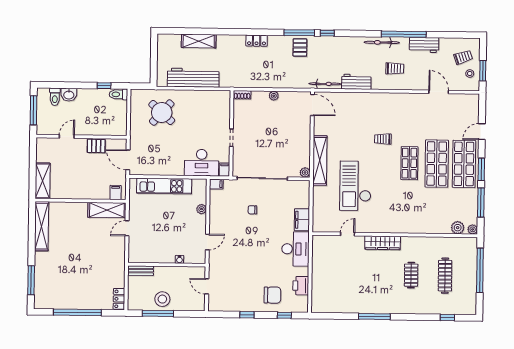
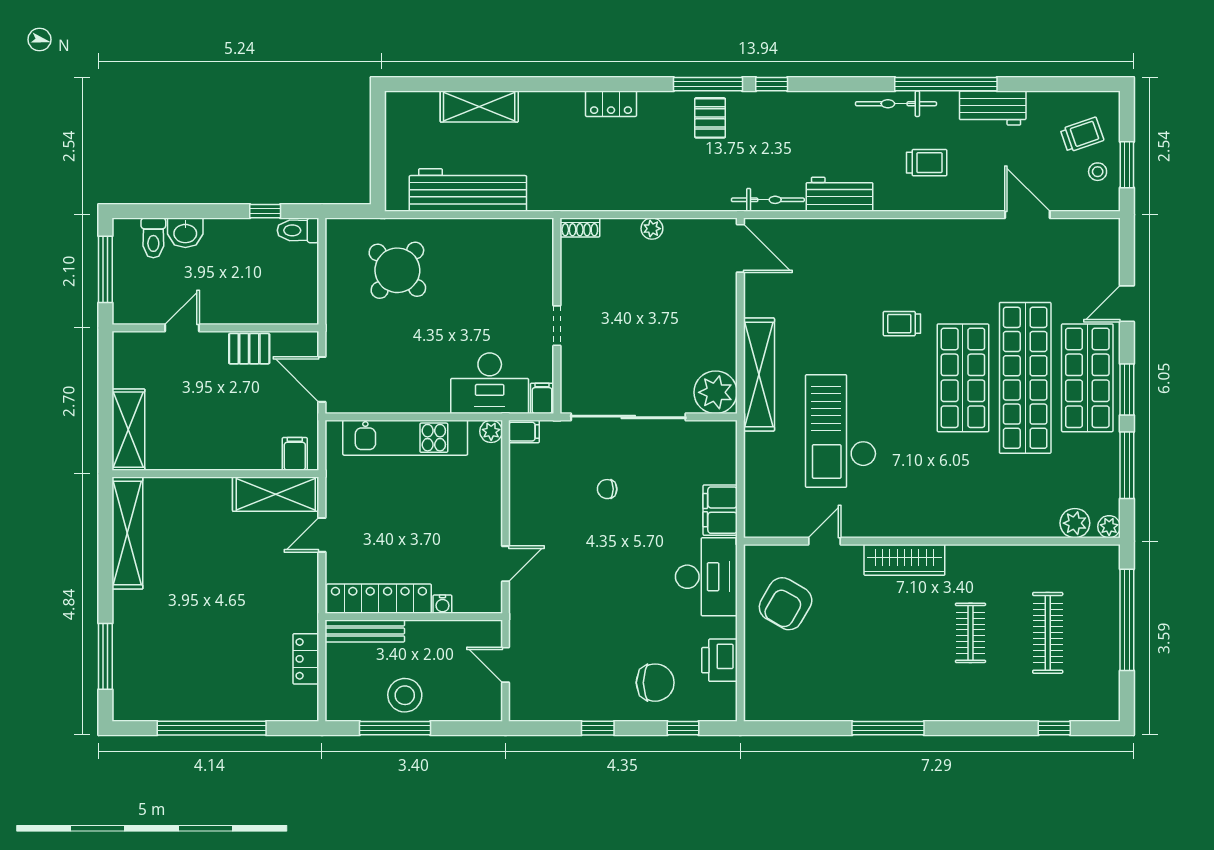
shop shelf: (409, 163) -> (963, 378), width x1.43, depth x1.36
shop shelf: (437, 164) -> (1025, 378), width x1.40
plant: (305, 172) -> (716, 392), width x1.87, depth x1.87
plant: (202, 209) -> (491, 431), moved
locker: (152, 257) -> (379, 599), added
armchair: (330, 261) -> (786, 604), added
bench: (141, 271) -> (365, 631), width x1.36
locker: (119, 299) -> (306, 659), moved

